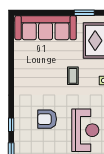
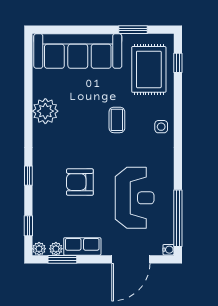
plant: (23, 70) -> (45, 111), added
window: (11, 125) -> (28, 176), moved

